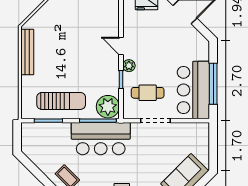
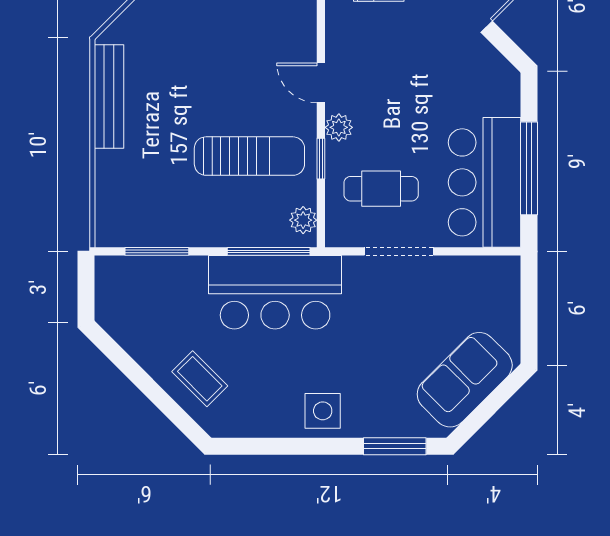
sun lounger: (61, 101) -> (249, 156), moved
plant: (108, 107) -> (303, 220), width x0.53, depth x0.53

